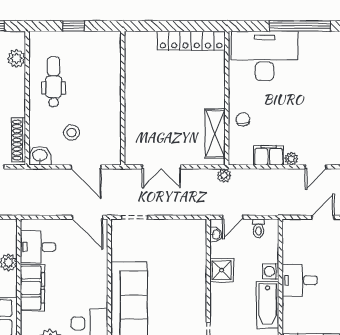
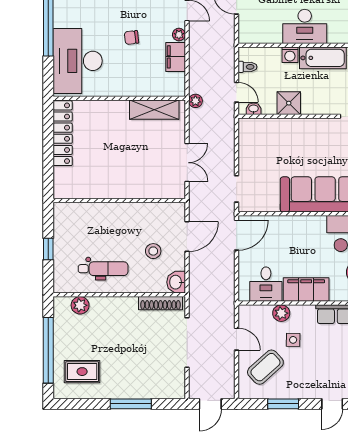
dental chair: (54, 82) -> (103, 269), turned 180
chair: (243, 119) -> (132, 37), moved
desk: (300, 280) -> (305, 26), width x1.37

